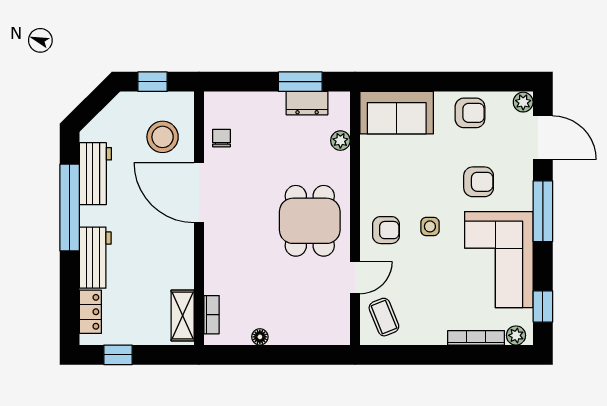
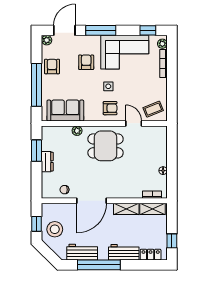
window: (433, 82) -> (37, 85), added
dresser: (307, 103) -> (47, 162), moved
sofa: (397, 113) -> (65, 111), moved, turned -90
stool: (163, 137) -> (55, 229), moved
plant: (340, 141) -> (77, 131), moved
armchair: (386, 230) -> (110, 108), turned 90
shelving: (183, 263) -> (126, 209), added

